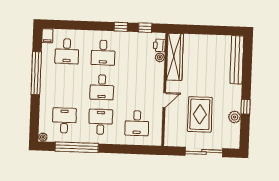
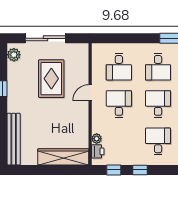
wardrobe: (175, 57) -> (63, 157), moved, turned 90
desk: (138, 89) -> (119, 104), added
plant: (234, 117) -> (14, 55), moved
desk: (137, 123) -> (119, 67), turned 180

